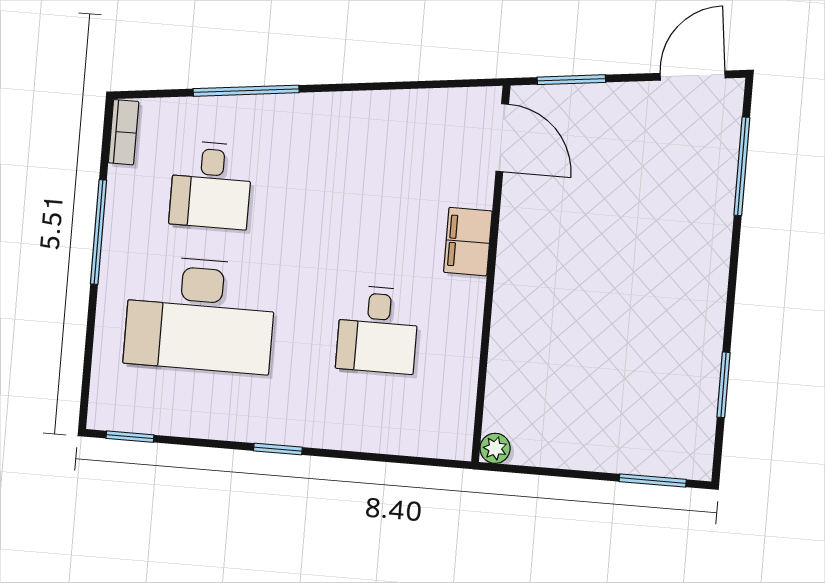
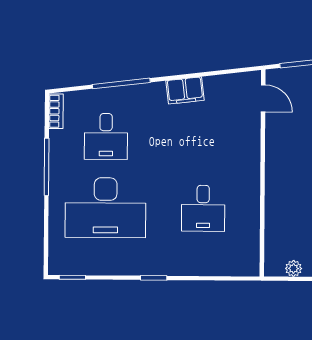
door: (502, 138) -> (263, 98), width x0.73
filing cabinet: (468, 242) -> (185, 90), moved, turned -97
plant: (495, 448) -> (294, 268), moved

